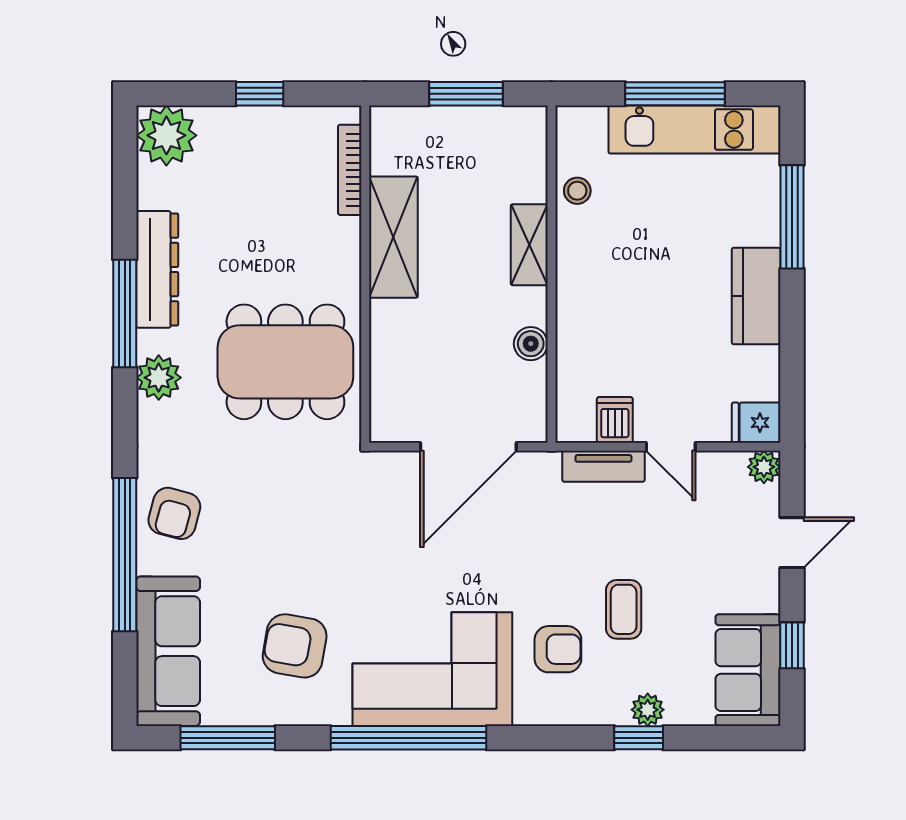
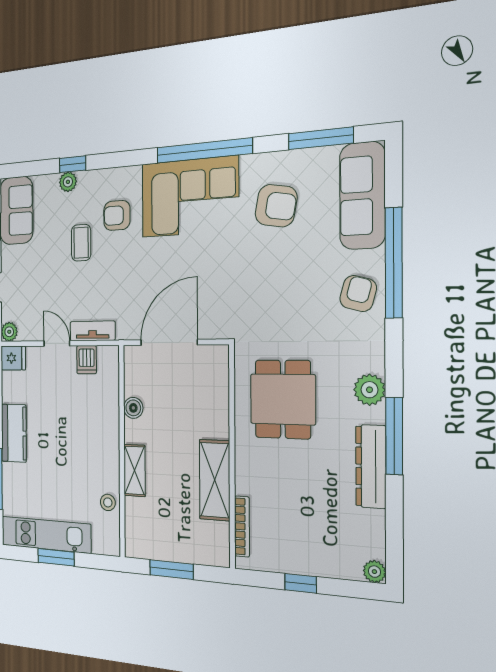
window: (675, 94) -> (56, 557), width x0.69
plant: (166, 135) -> (374, 572), width x0.53, depth x0.53
dining table: (285, 362) -> (283, 399), width x0.73

